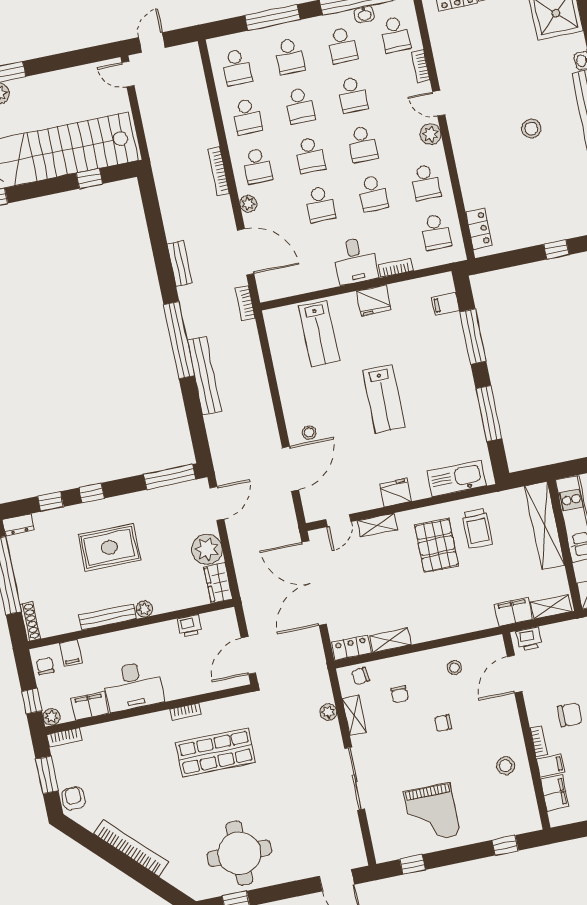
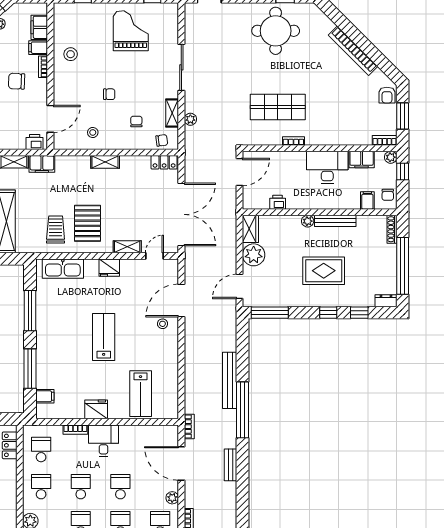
lab bench: (319, 334) -> (141, 394), turned 180
shelving: (390, 640) -> (105, 162), moved

